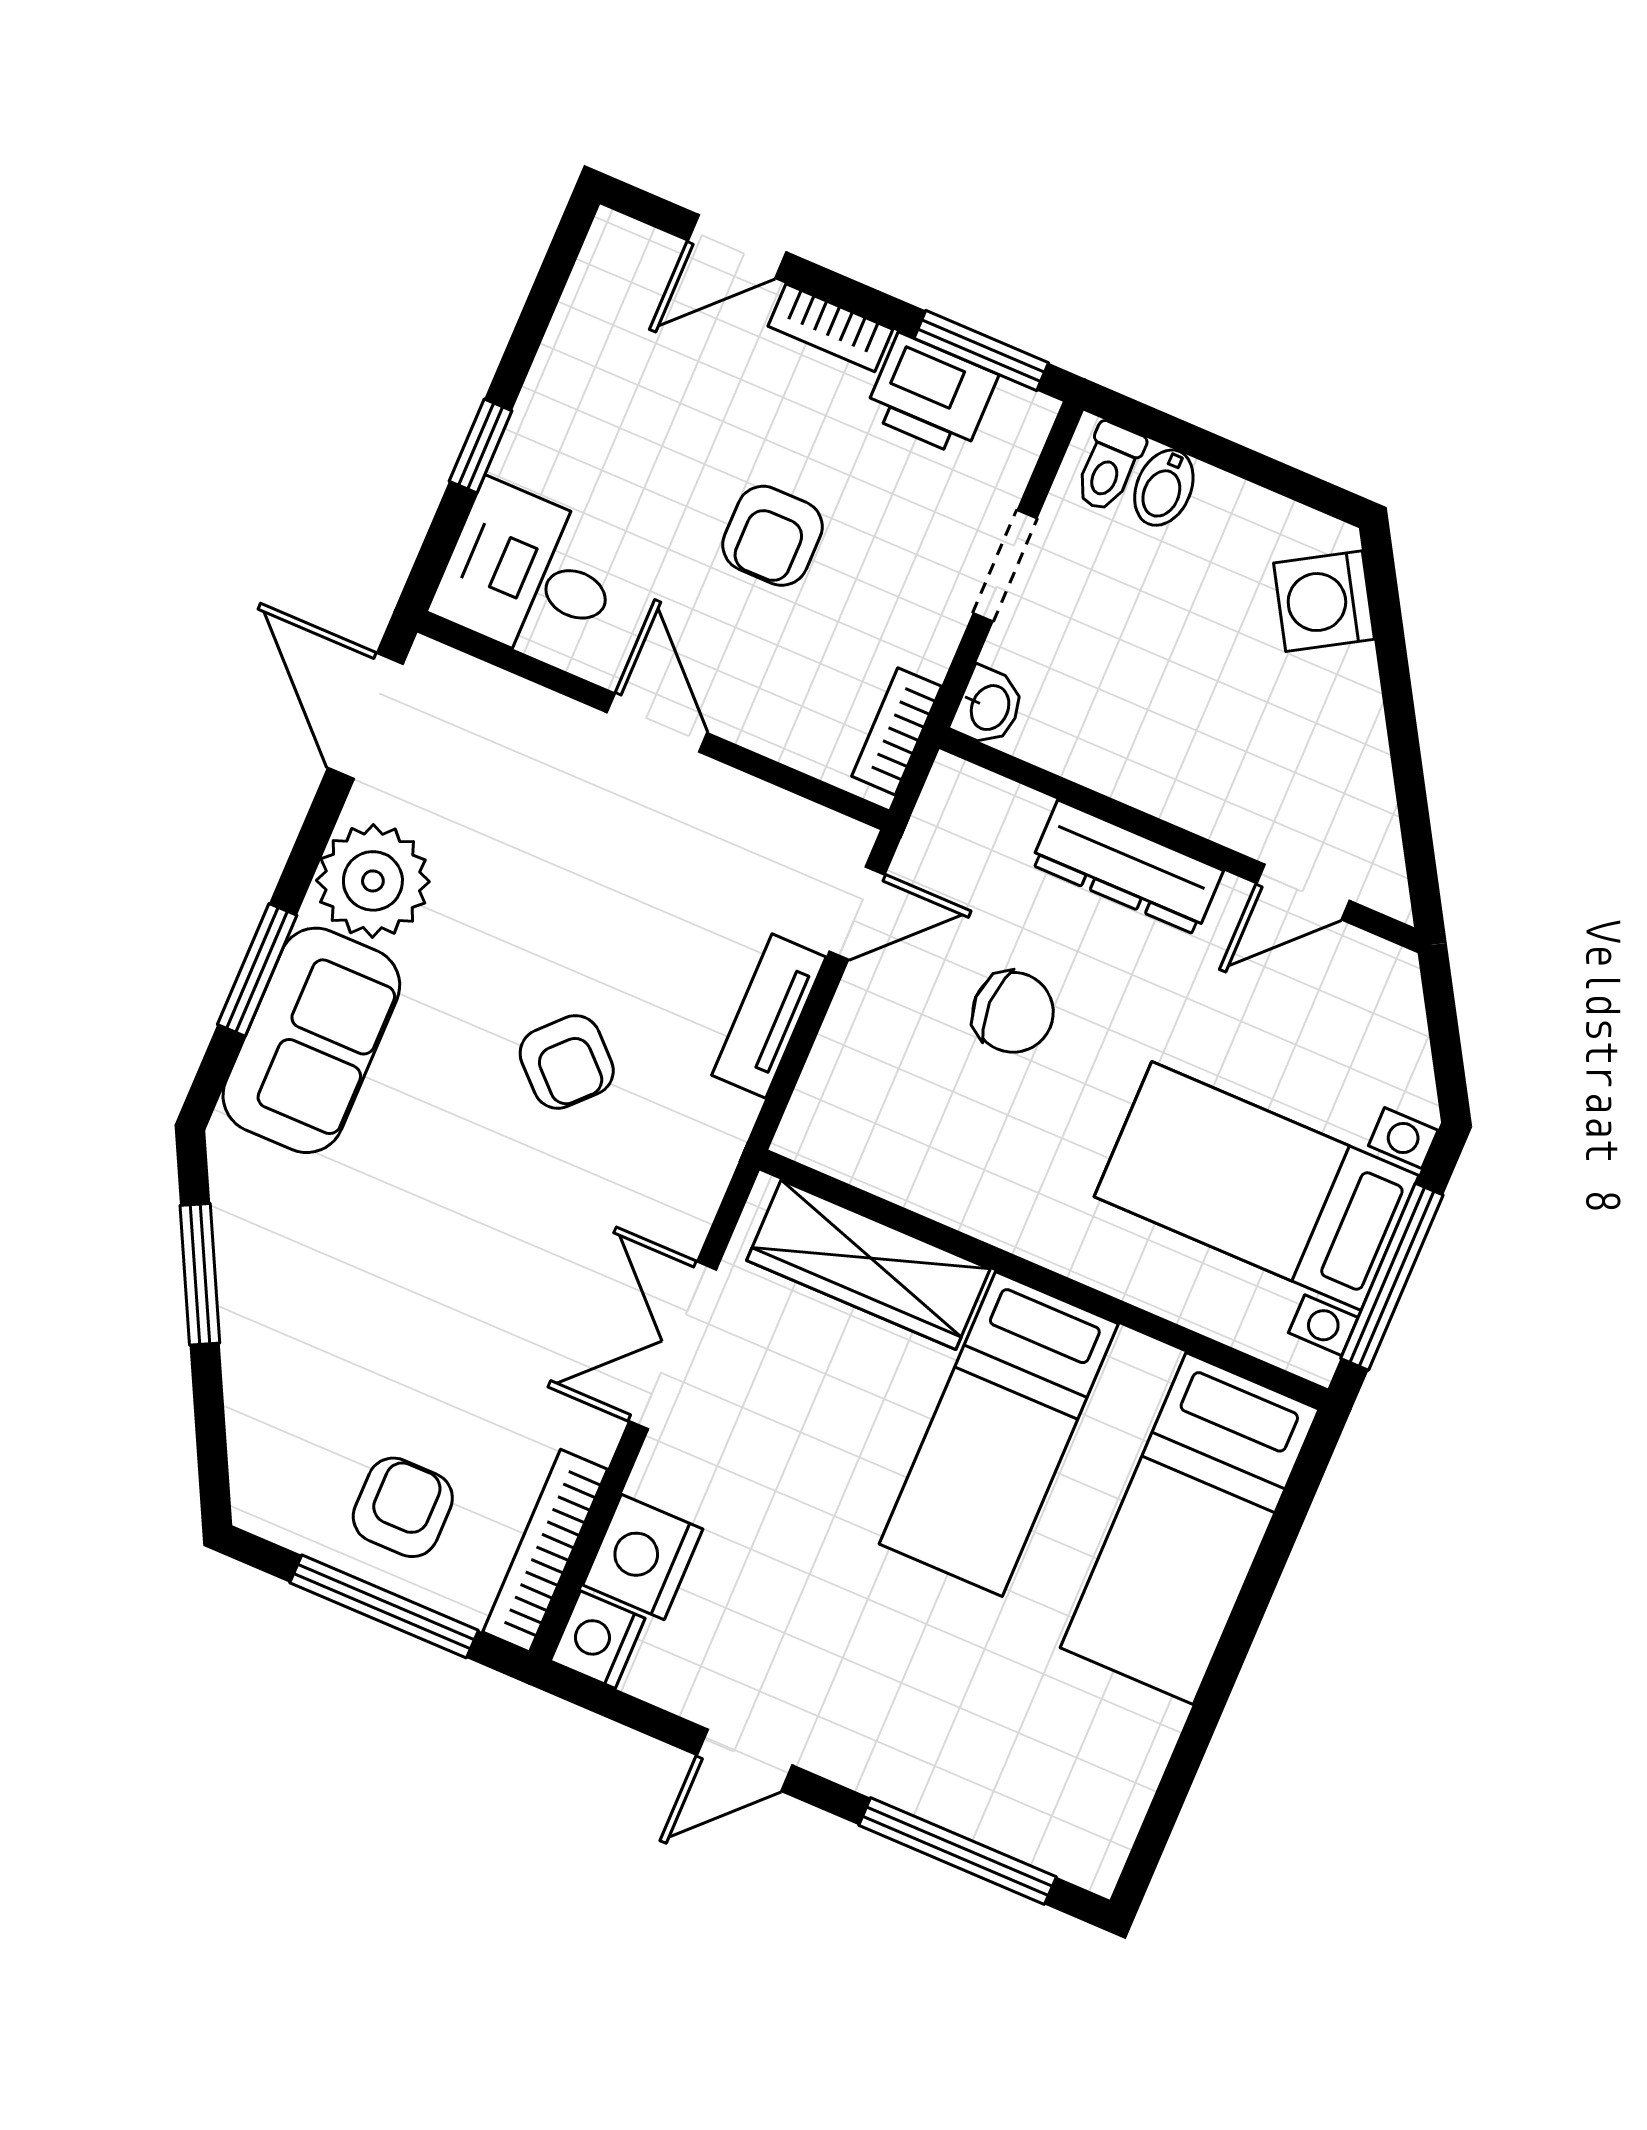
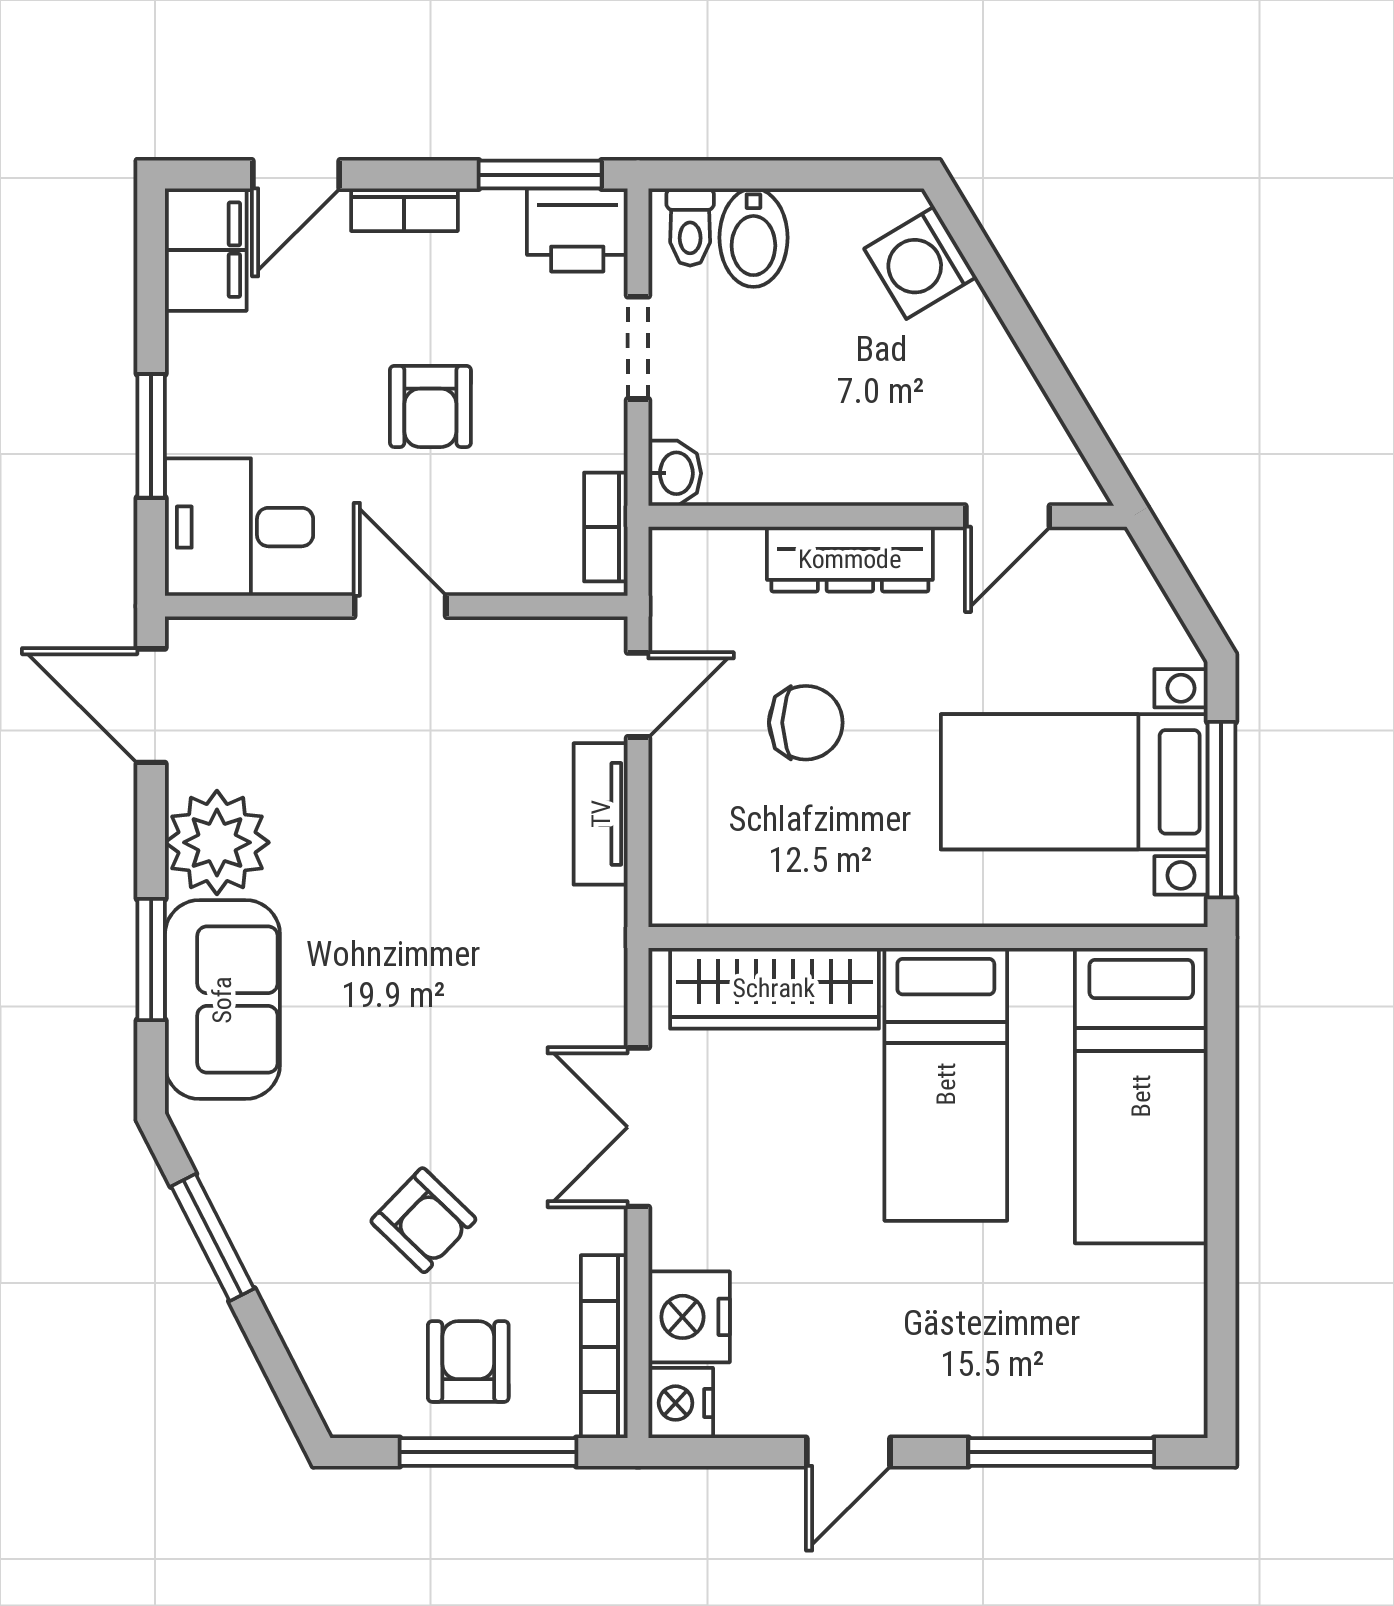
filing cabinet: (615, 283) -> (206, 250), added
printer: (931, 395) -> (577, 230), moved
window: (481, 446) -> (151, 436), width x1.50
bidet: (1164, 488) -> (753, 238), width x1.38, depth x1.36
armchair: (567, 1062) -> (423, 1220), moved

